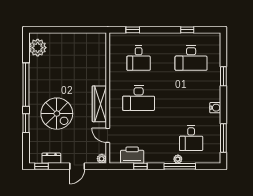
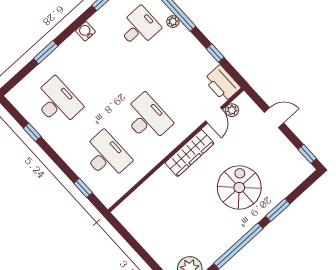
desk: (139, 58) -> (106, 156), width x1.37
printer: (132, 155) -> (222, 84), moved
dresser: (51, 158) -> (290, 152), removed
plant: (102, 159) -> (232, 110), moved

